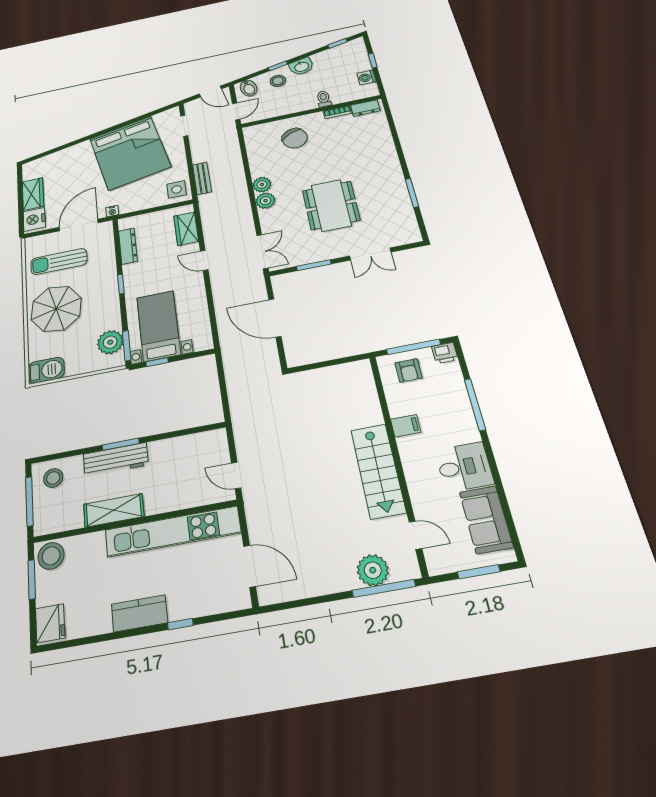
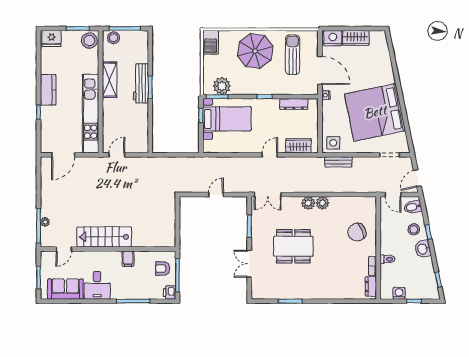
door: (275, 318) -> (216, 195), width x0.53
stool: (53, 478) -> (114, 38), moved
plant: (373, 570) -> (45, 222), width x0.53, depth x0.53

